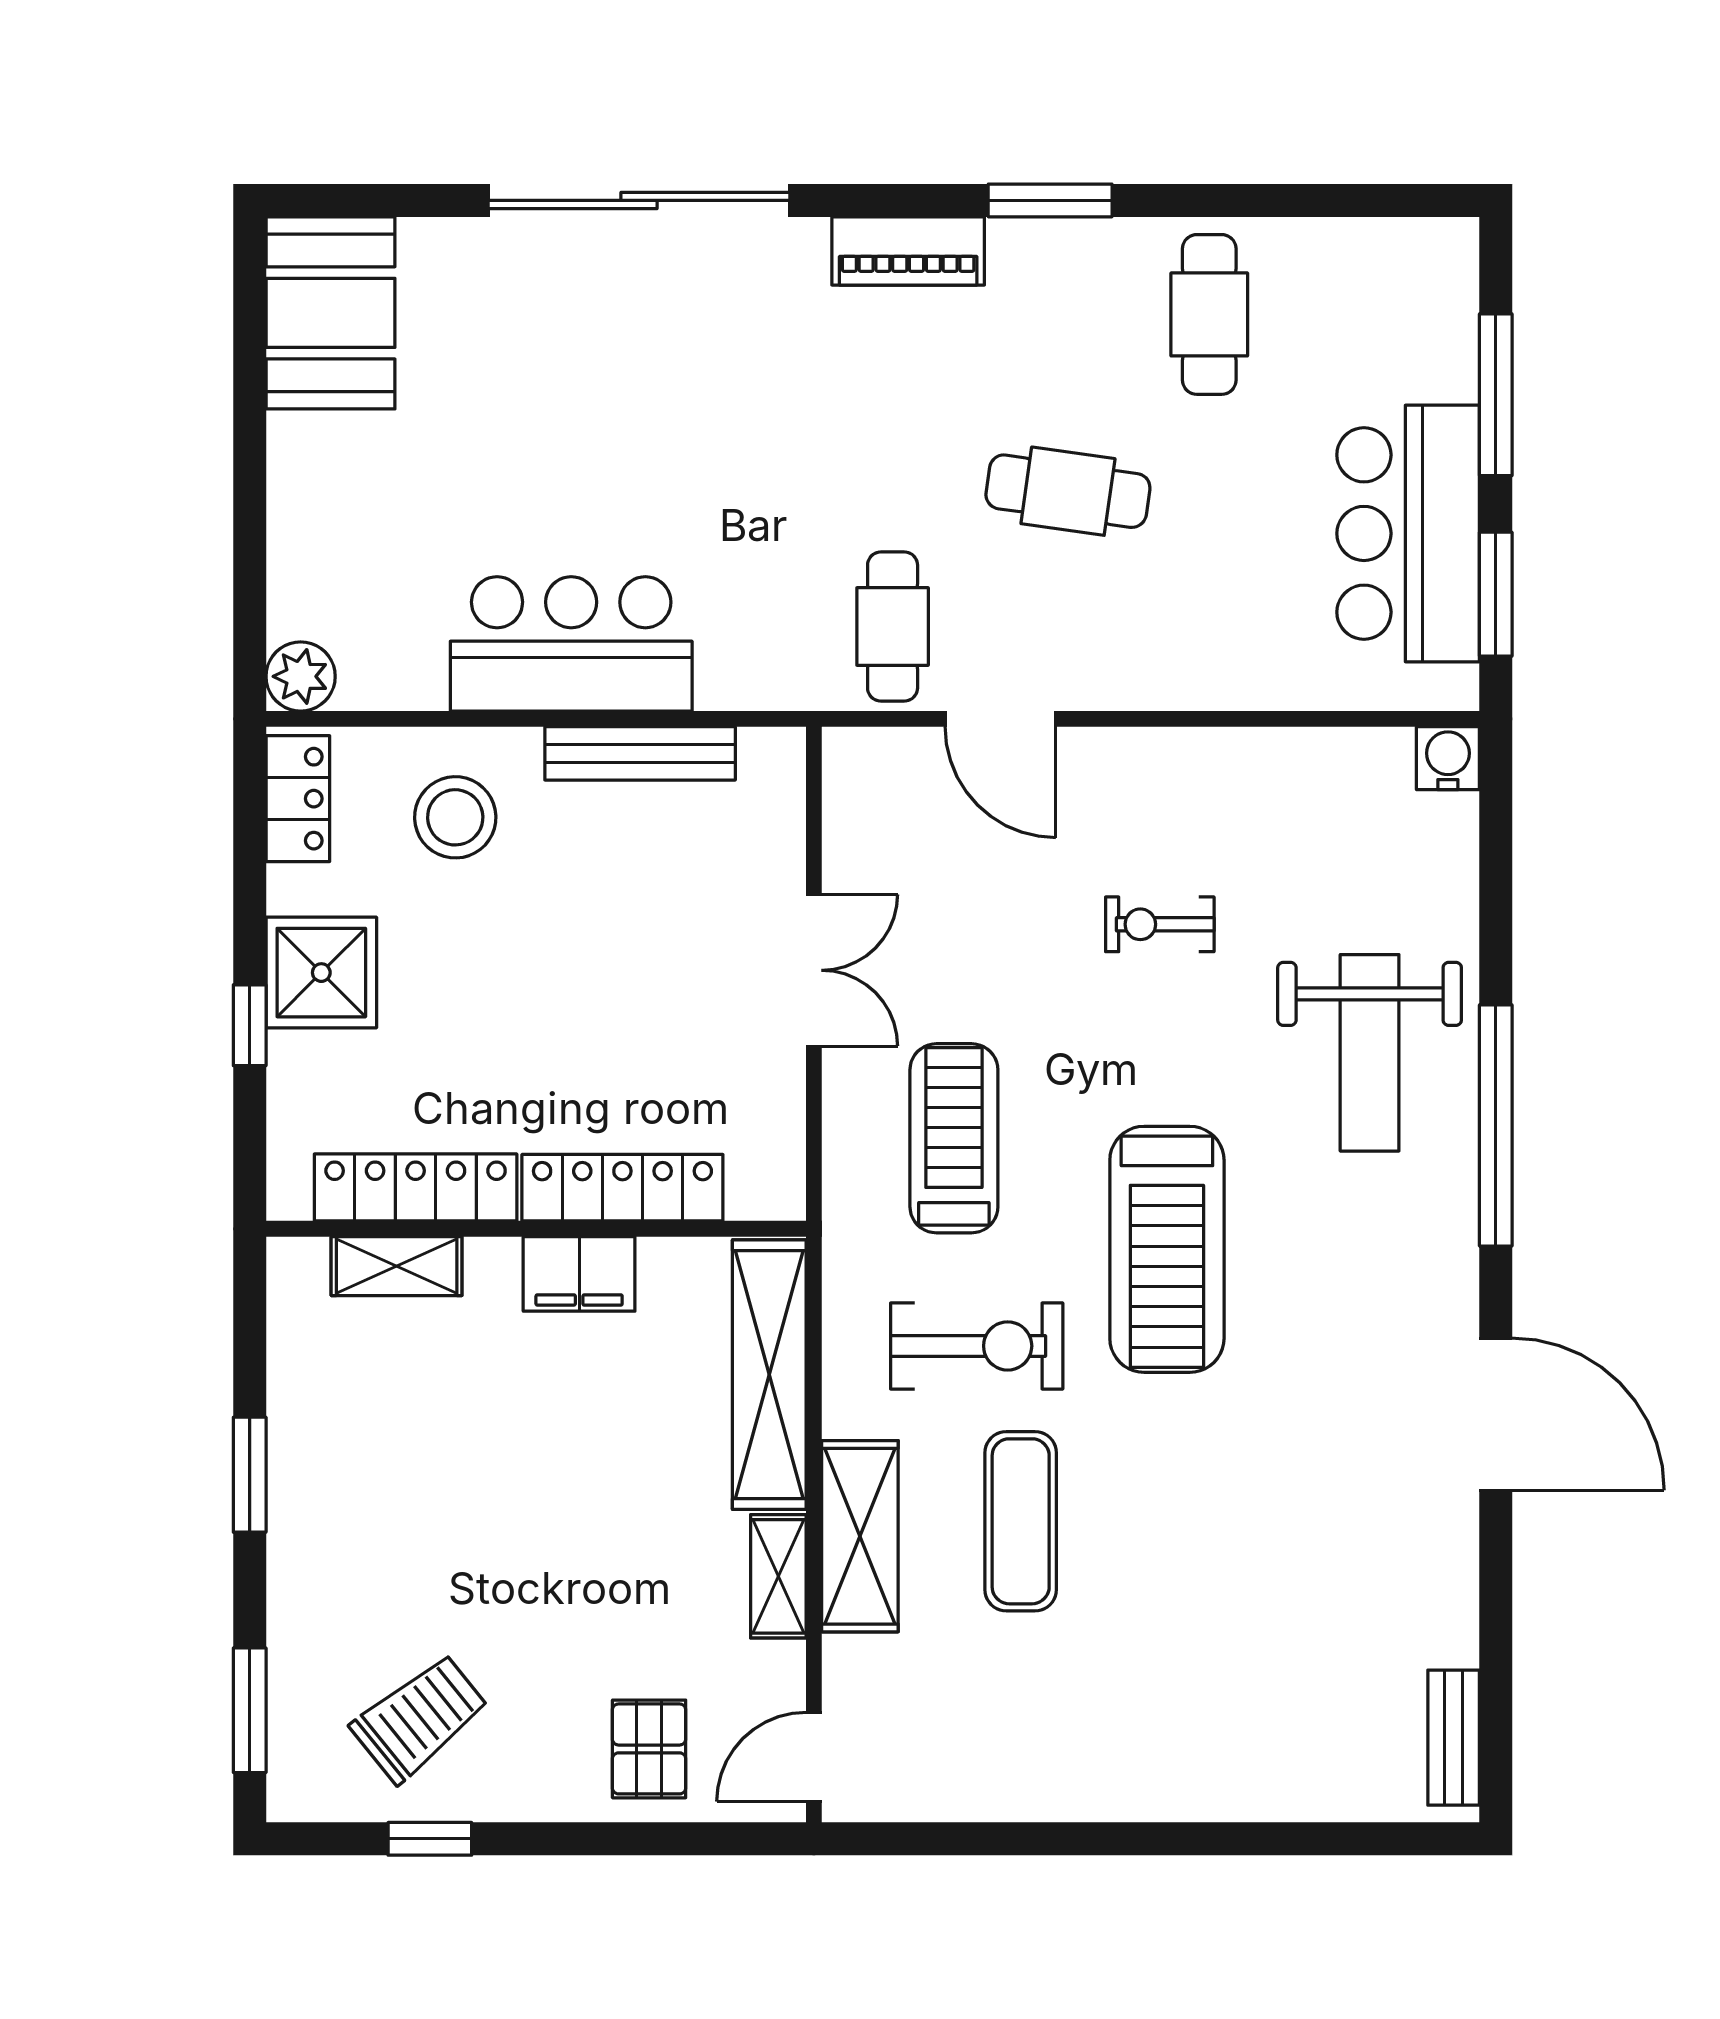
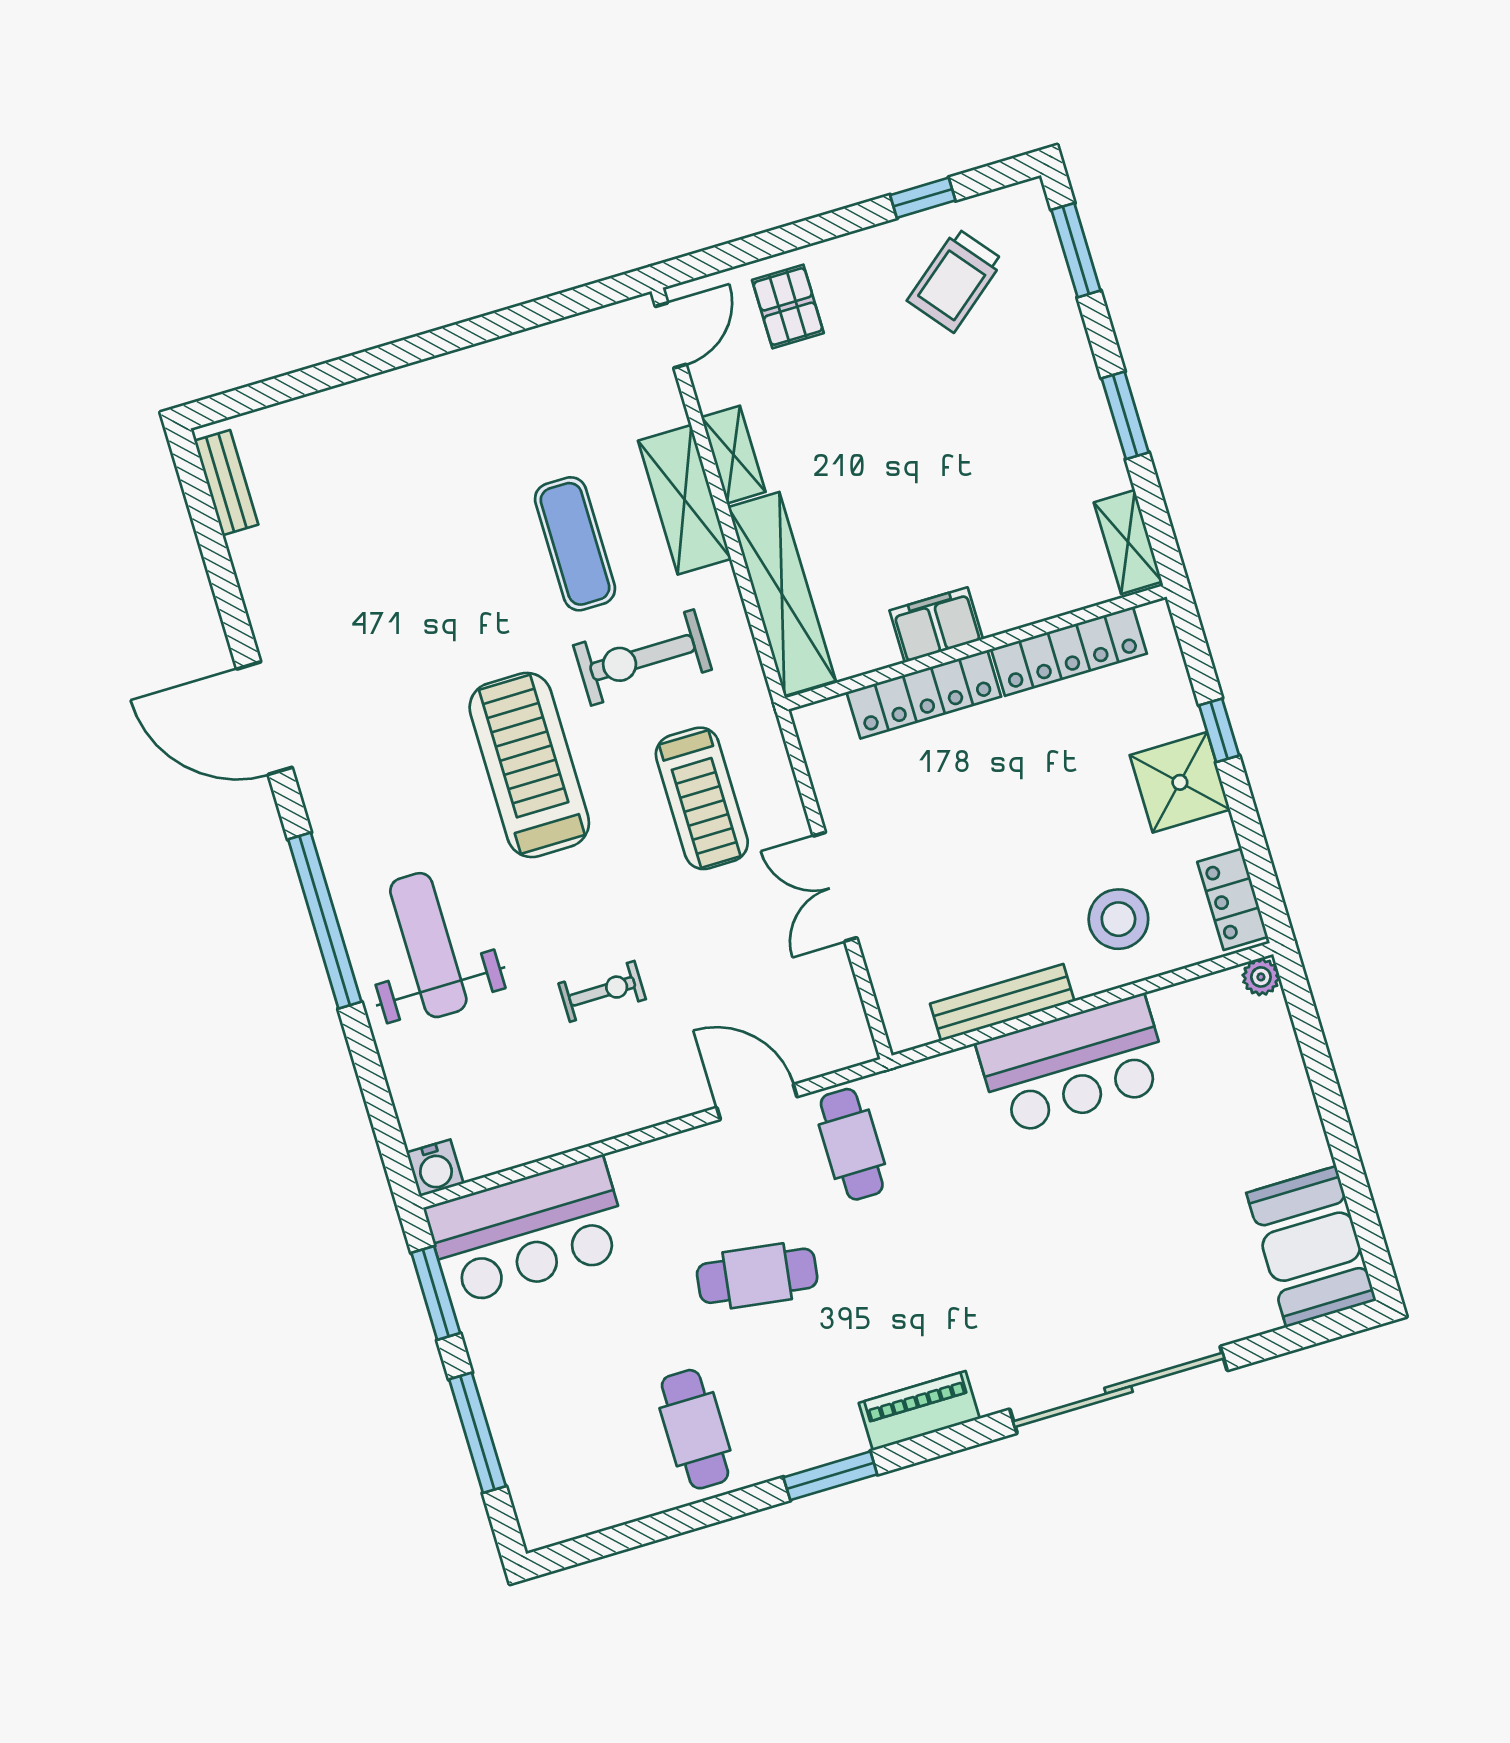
bar counter: (1408, 533) -> (528, 1231), moved, turned 90
plant: (301, 676) -> (1261, 977), width x0.73, depth x0.73
shelving: (397, 1266) -> (1128, 542), moved, turned 90

